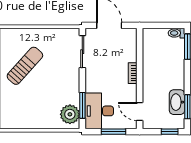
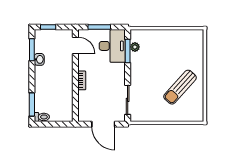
washbasin: (177, 102) -> (39, 59), width x0.52, depth x0.69
plant: (70, 114) -> (135, 47), width x0.53, depth x0.53

